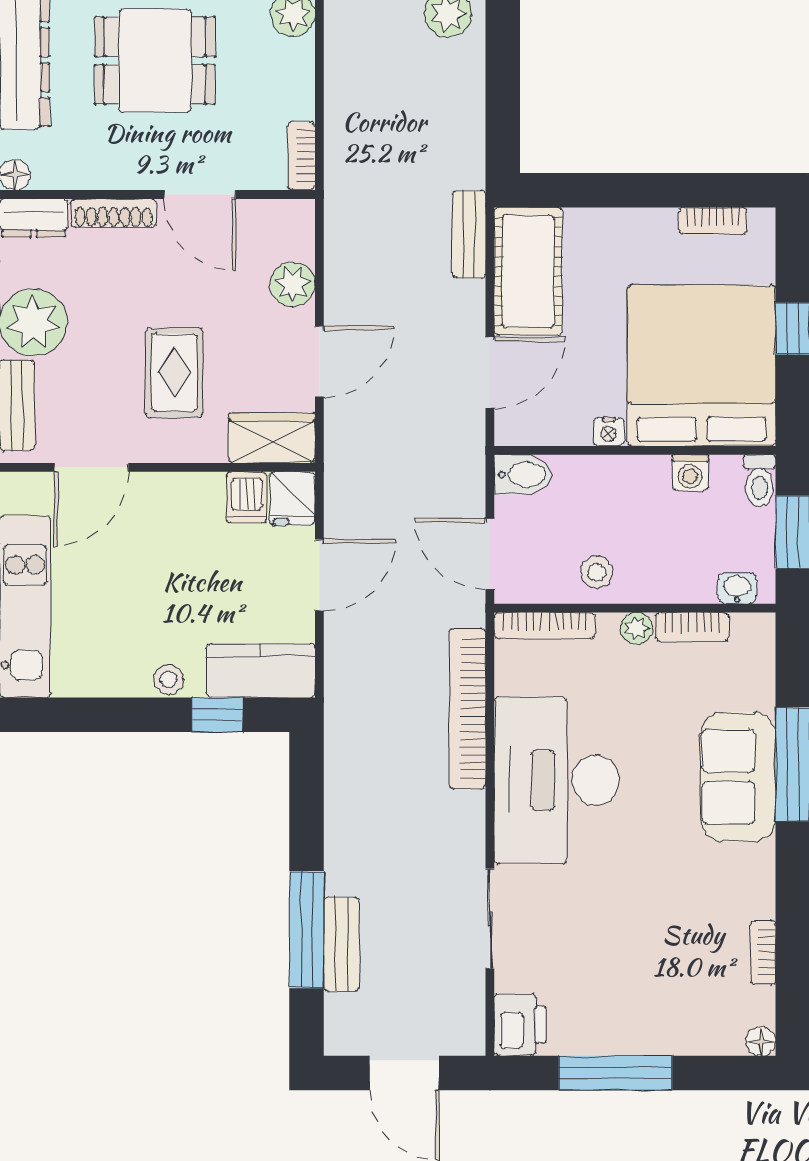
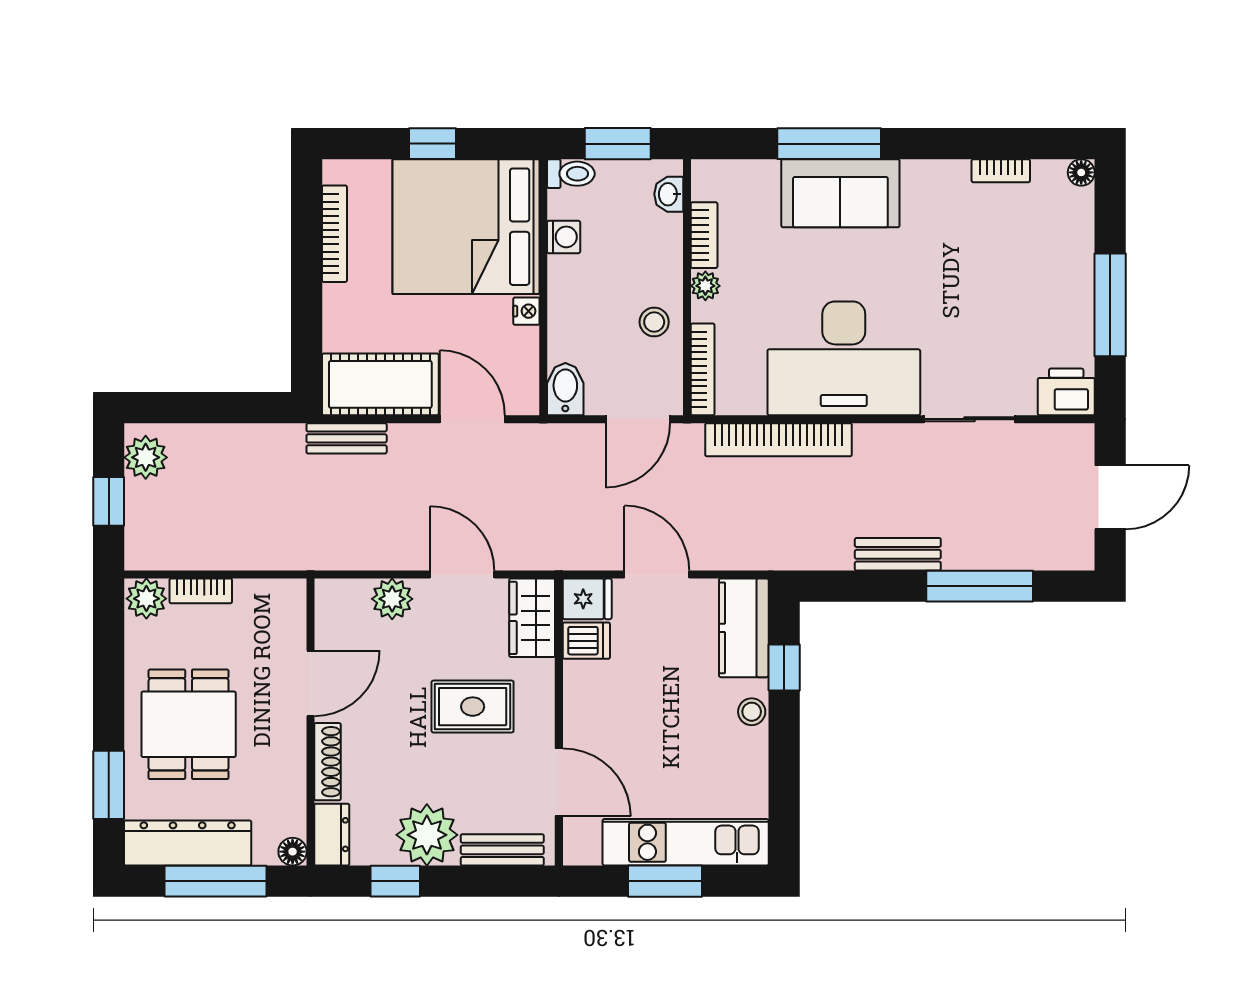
bookcase: (301, 156) -> (201, 591), moved
bookcase: (713, 221) -> (334, 234), width x1.56
bench: (342, 944) -> (898, 554), moved

